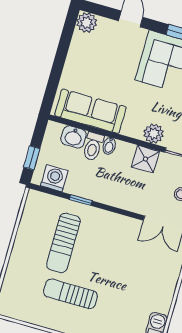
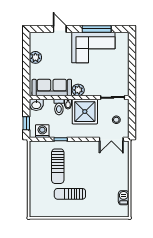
plant: (87, 23) -> (35, 57), moved
plant: (154, 134) -> (78, 90), moved
washbasin: (74, 137) -> (36, 105), moved
shower: (145, 159) -> (85, 112), width x1.86, depth x1.86

